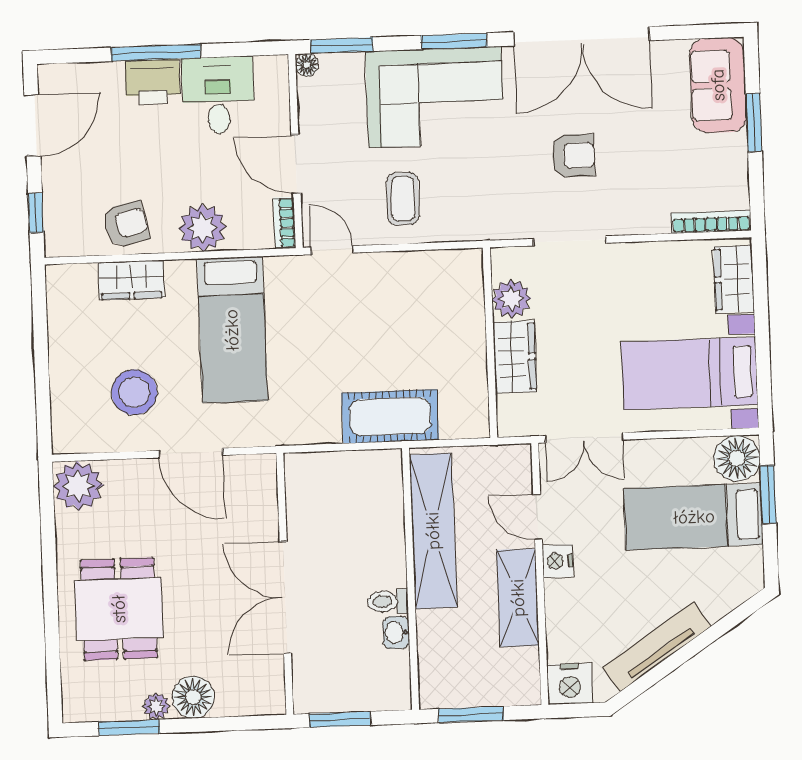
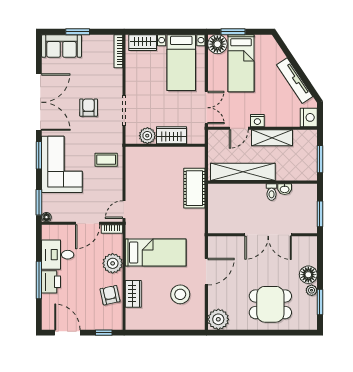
coffee table: (403, 199) -> (106, 160), moved

